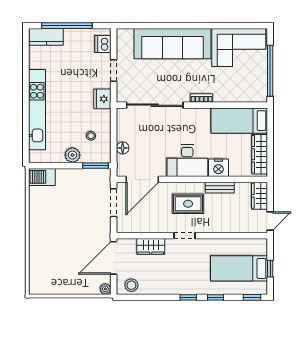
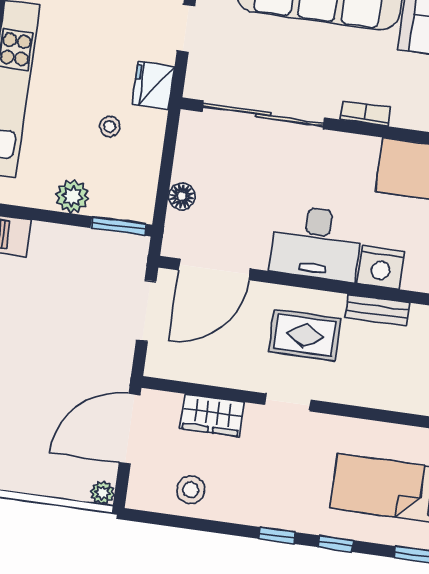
stool: (91, 136) -> (110, 126), moved
stool: (131, 285) -> (191, 490), moved

